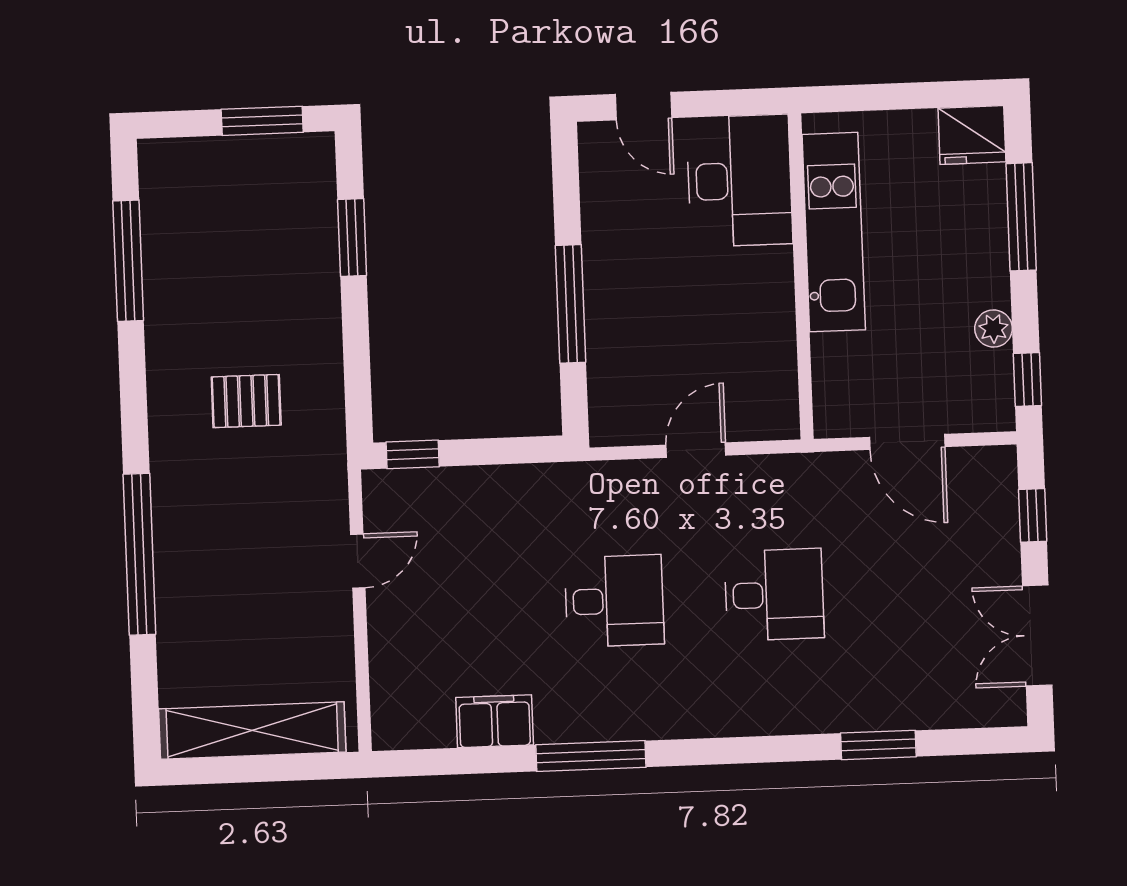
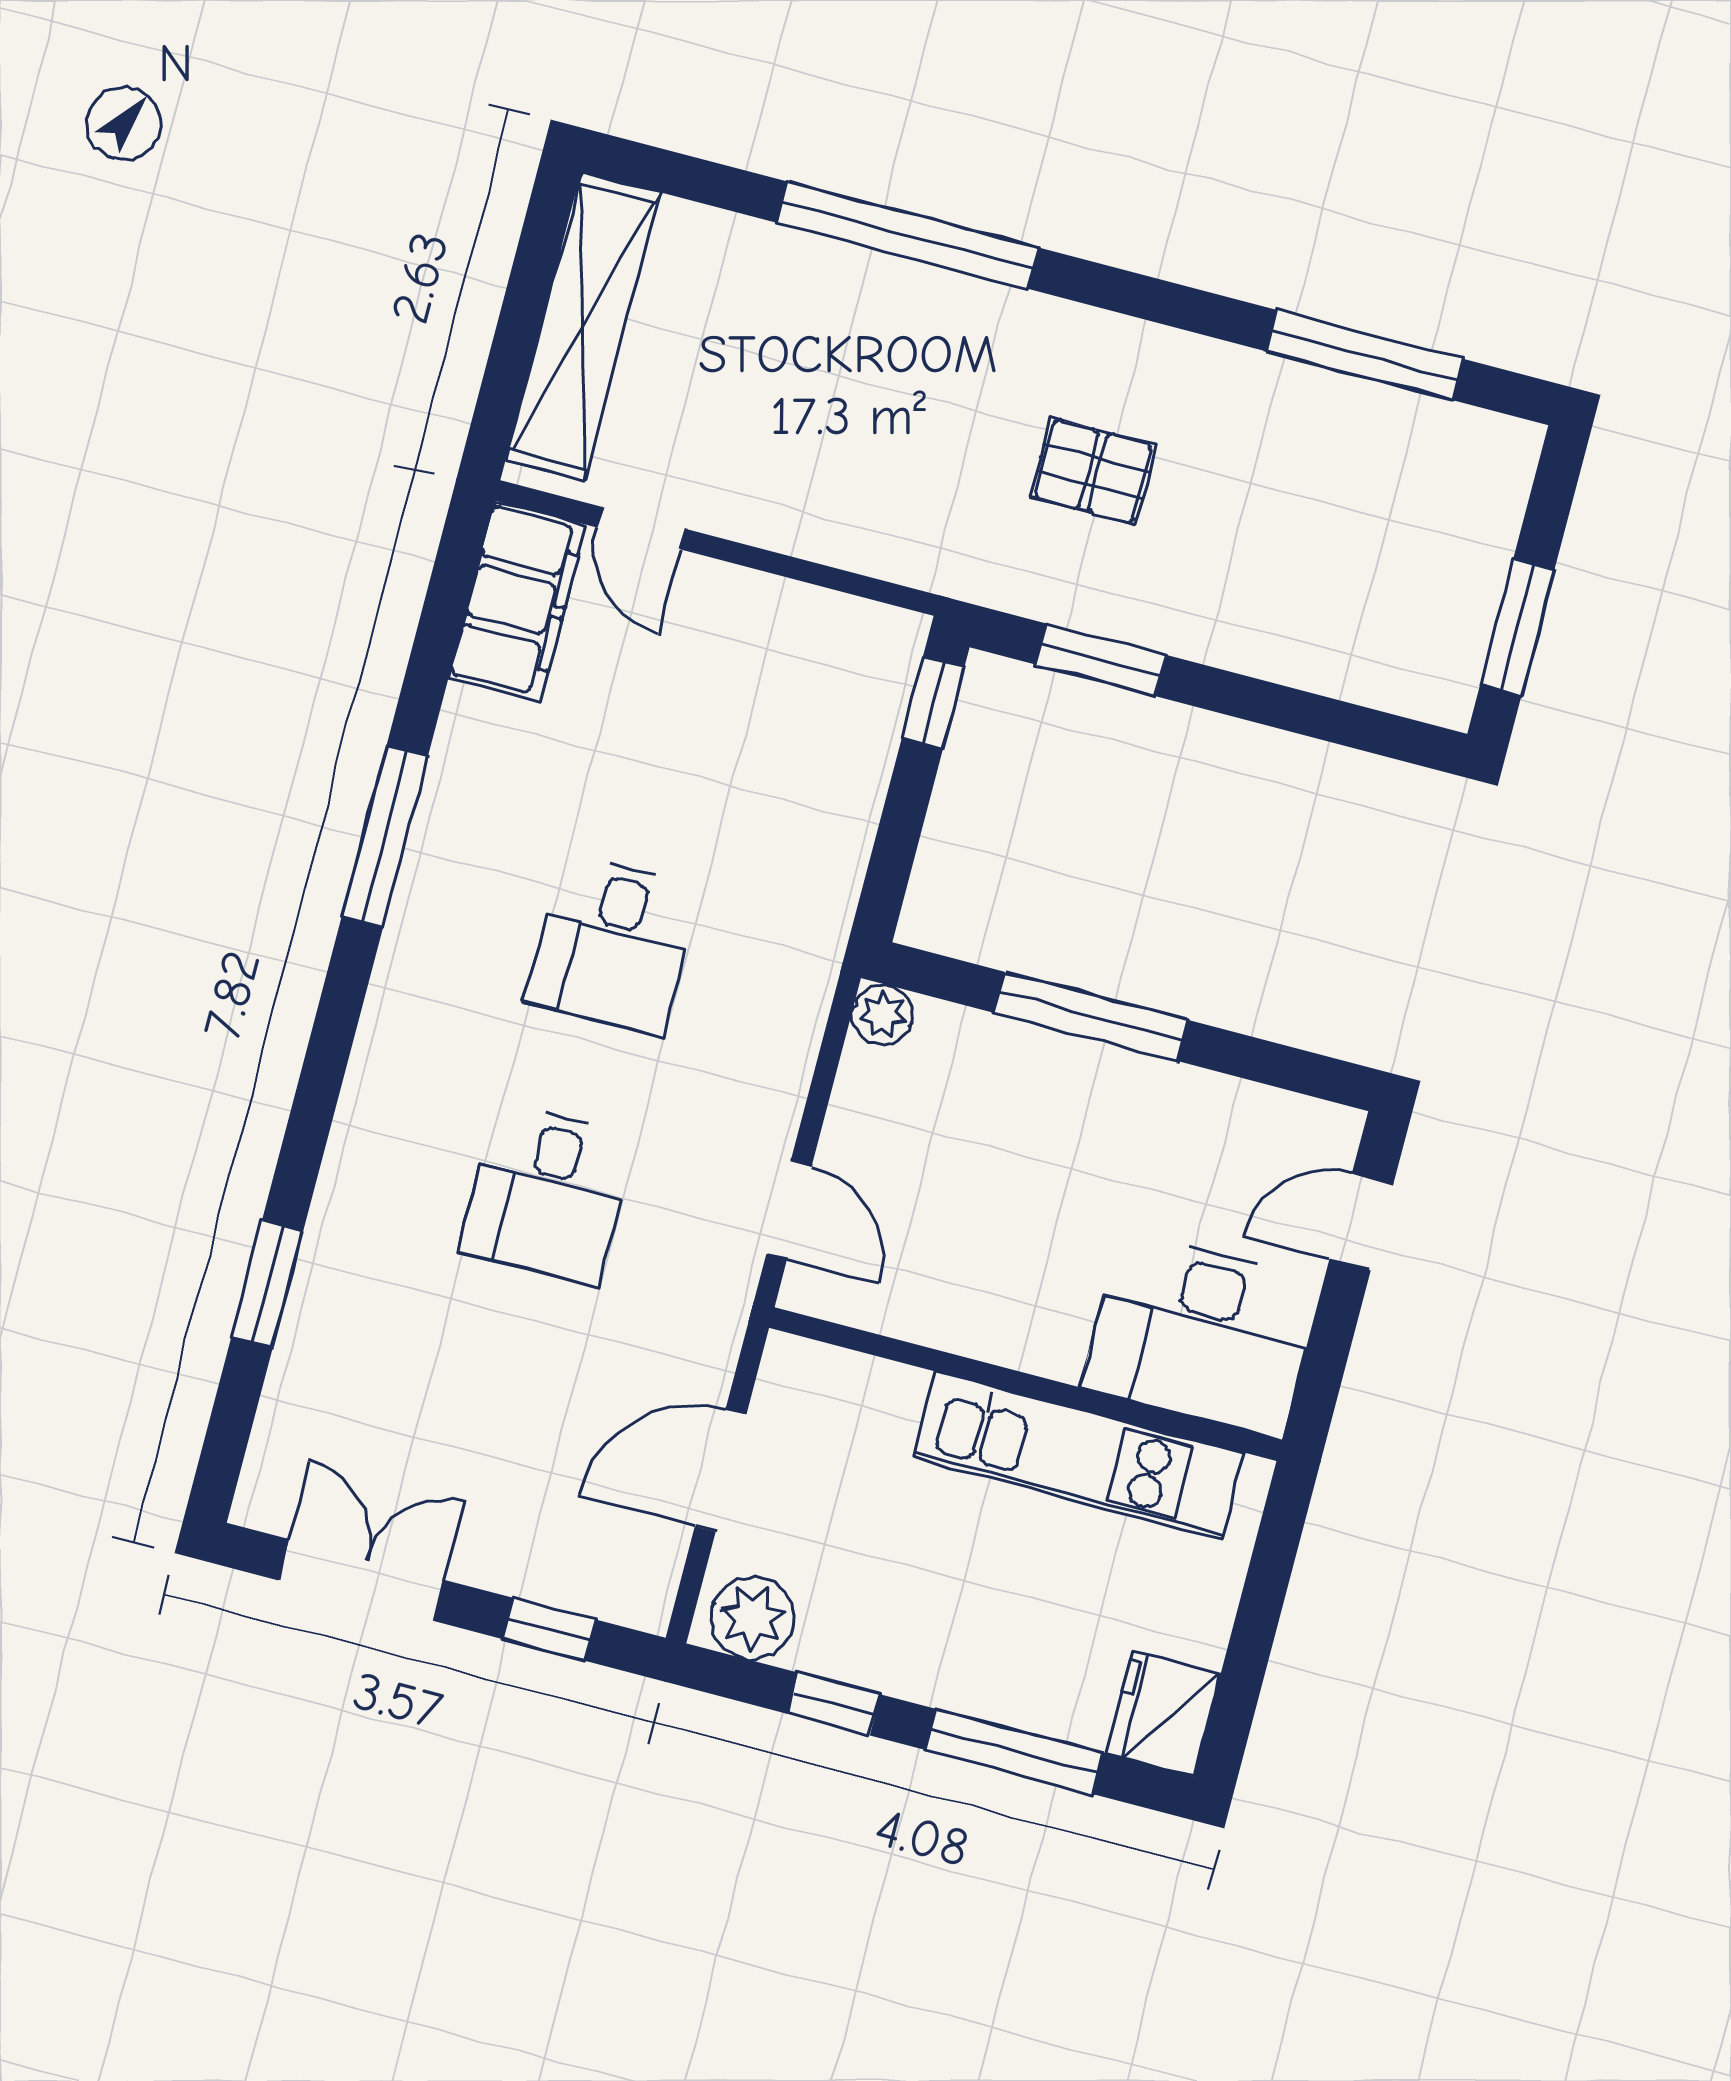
window: (352, 238) -> (1101, 660), moved
plant: (994, 329) -> (752, 1618), moved, width x1.38, depth x1.38
window: (1027, 380) -> (834, 1704), moved
pallet: (246, 401) -> (1093, 471), turned 90
plant: (607, 428) -> (882, 1015), added
door: (696, 450) -> (789, 1210), moved
door: (358, 561) -> (641, 528), moved
filing cabinet: (495, 721) -> (517, 601), moved, width x1.50, depth x1.17

